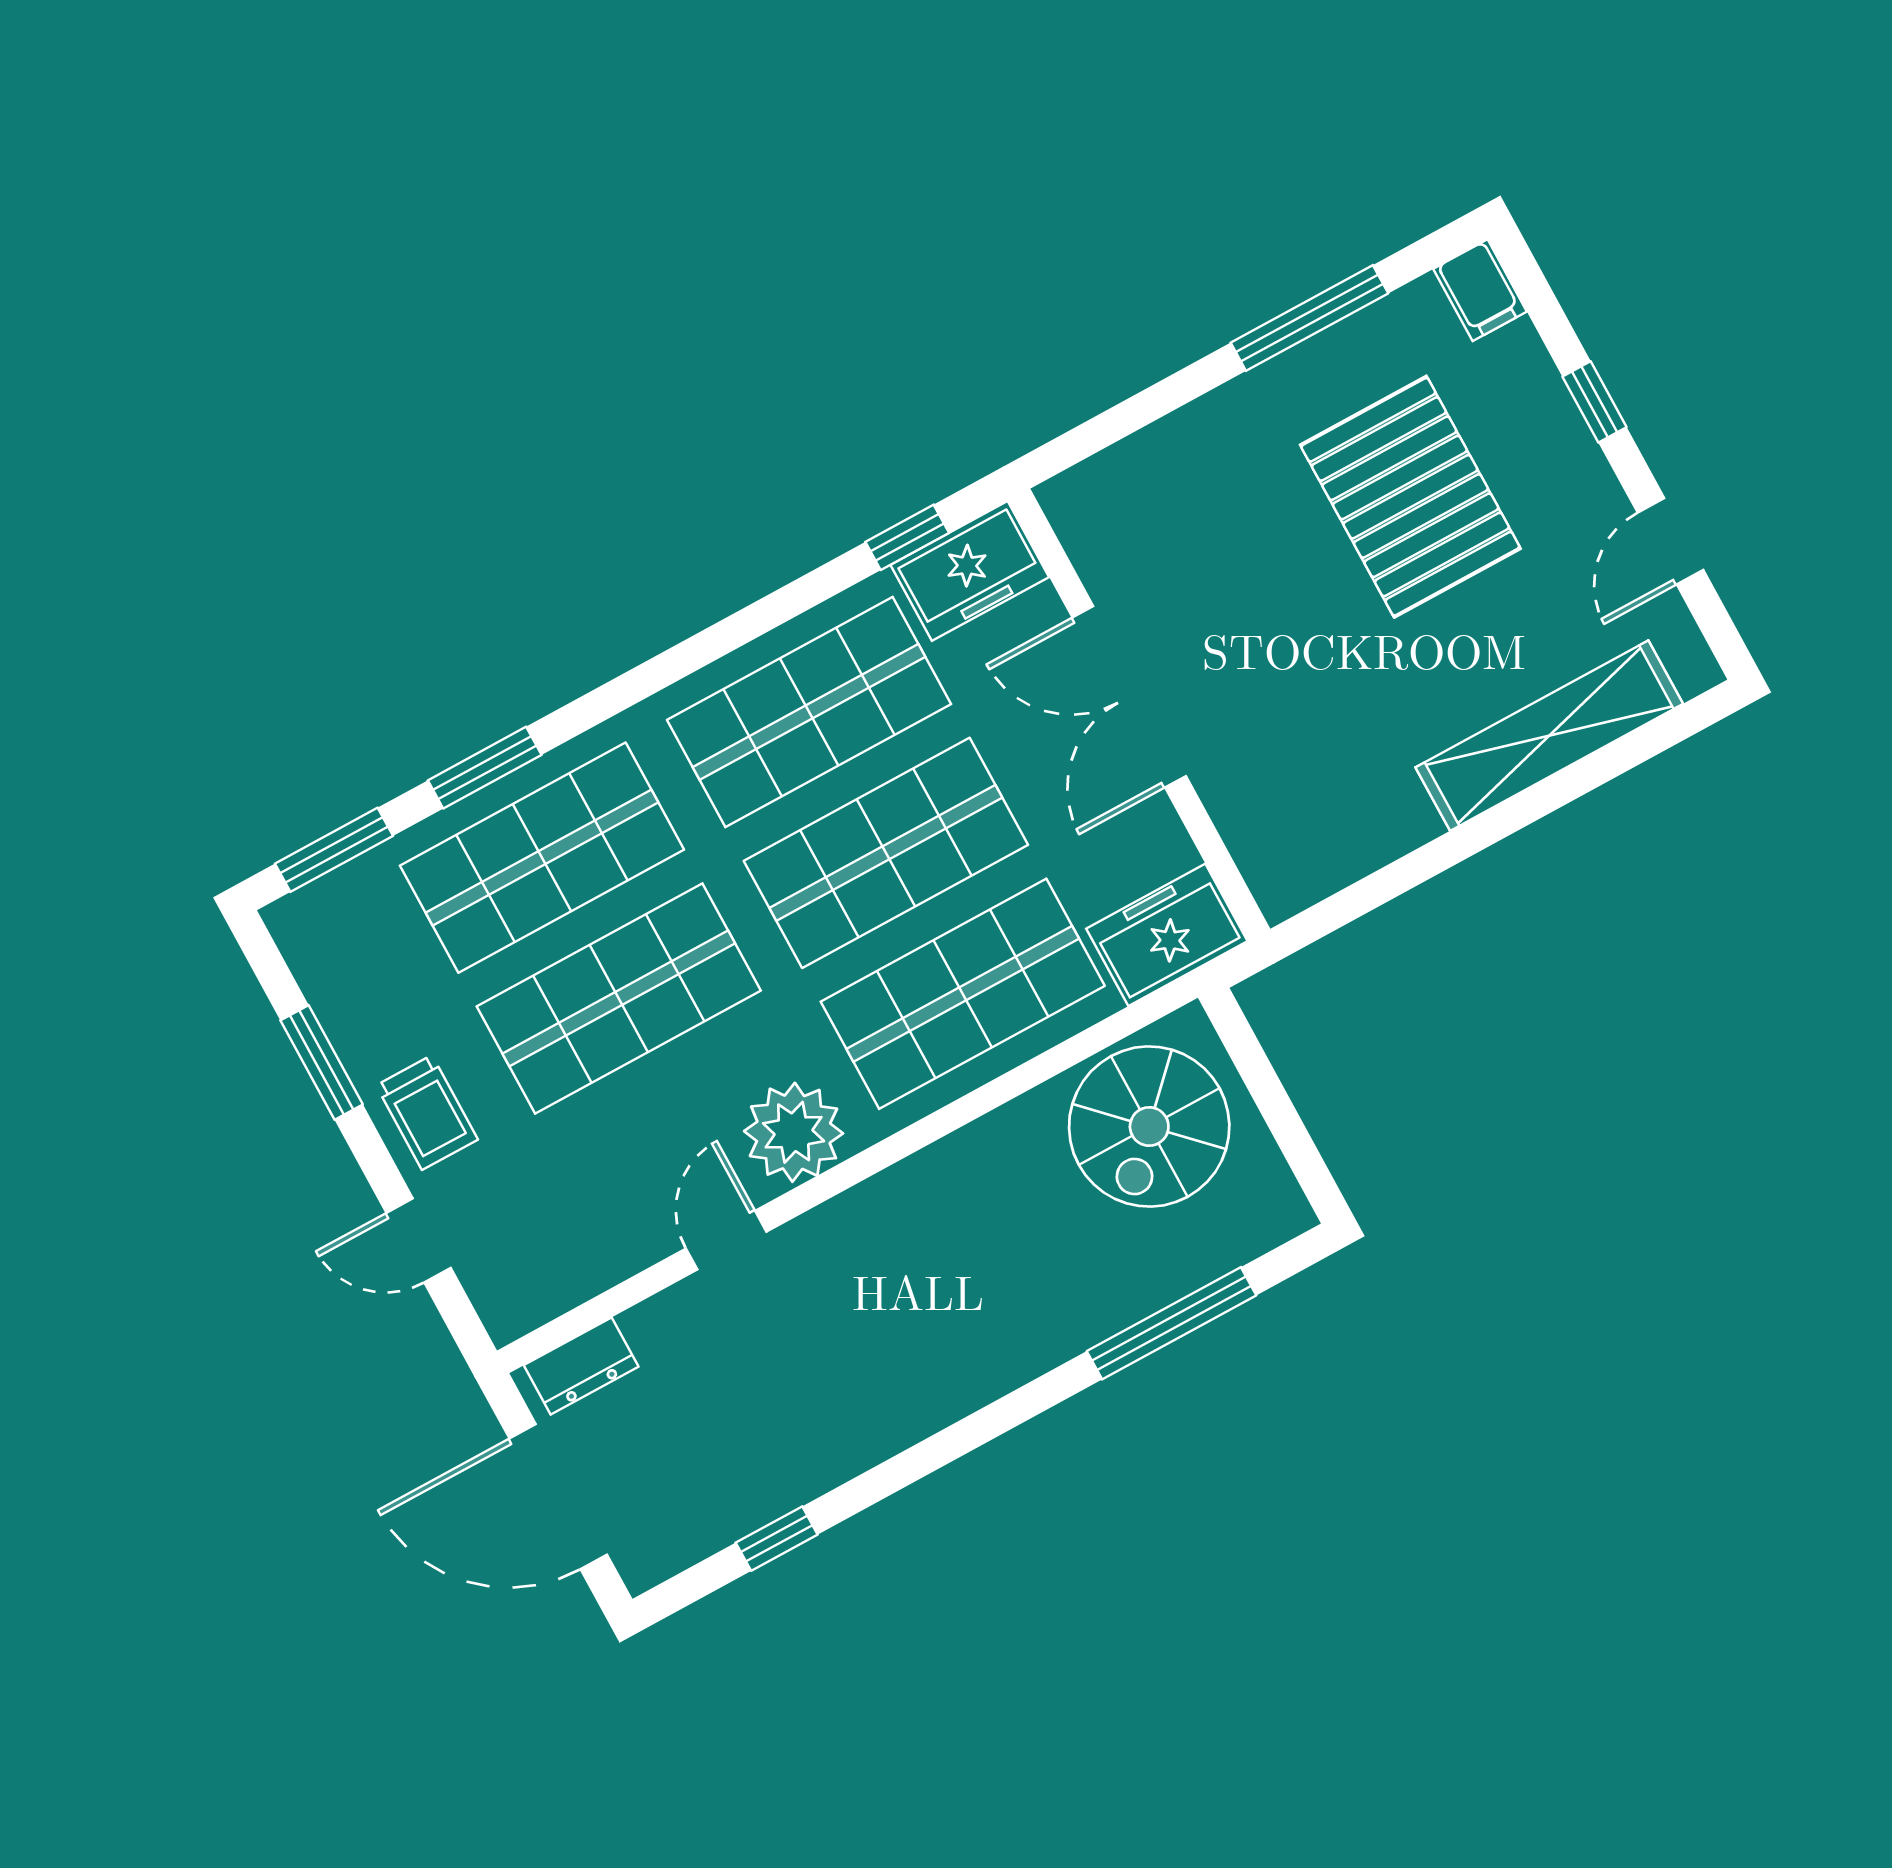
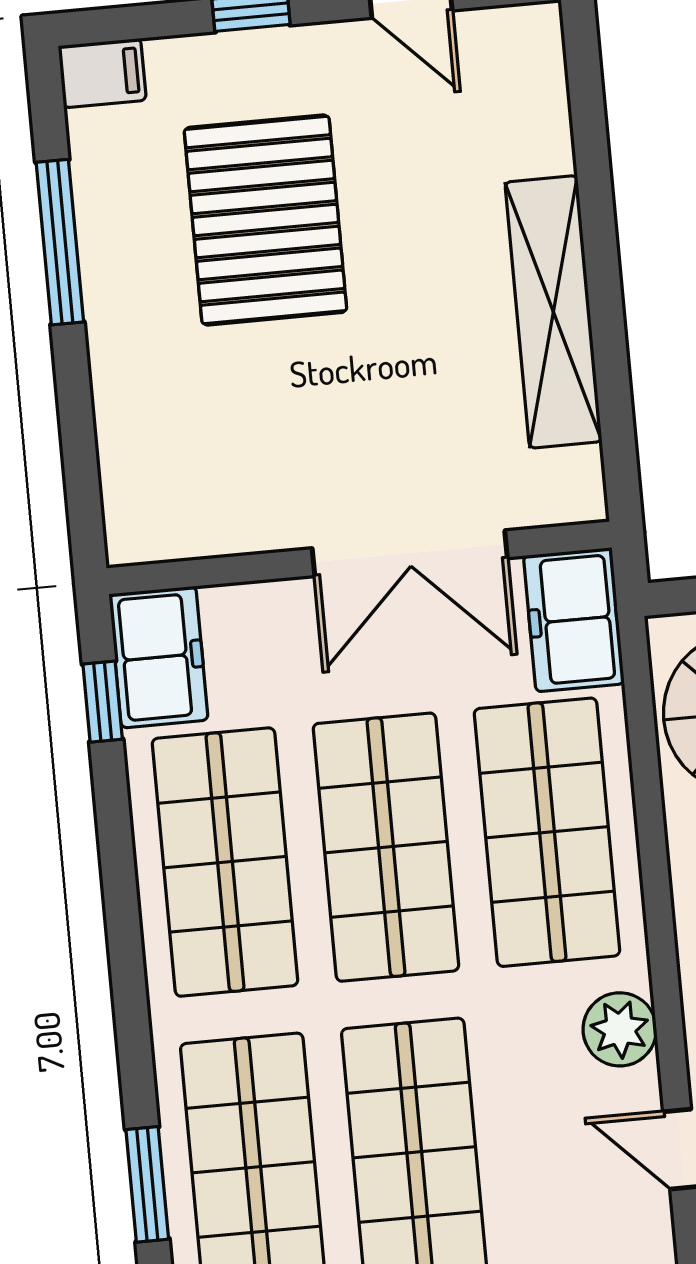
pallet: (1410, 497) -> (265, 220), turned 90
double door: (1129, 697) -> (410, 553), moved
shelving: (1549, 736) -> (553, 312), moved
plant: (794, 1132) -> (620, 1029), width x0.73, depth x0.73

